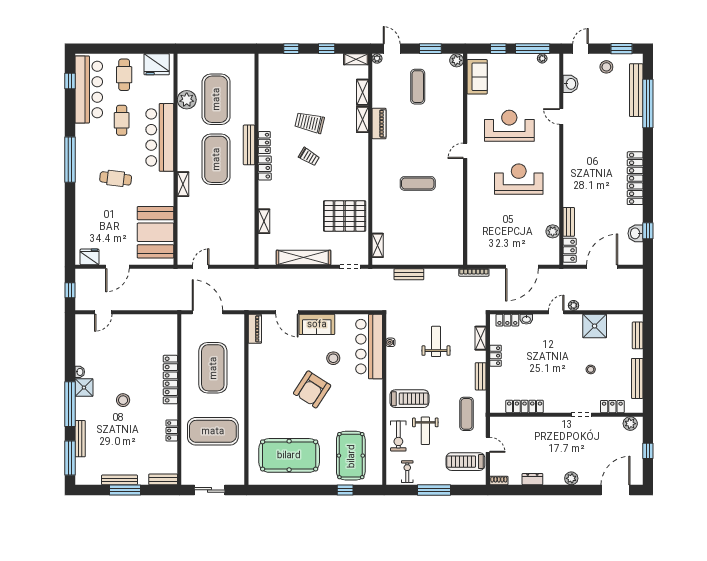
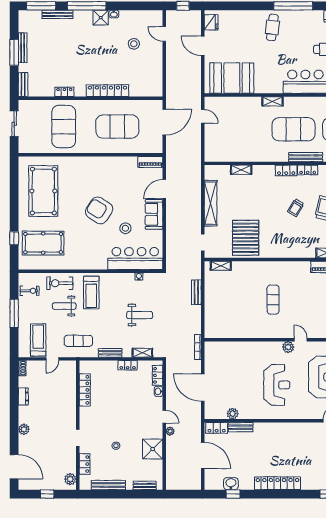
plant: (474, 166) -> (288, 347), added
cafe table: (116, 178) -> (272, 27), moved
stool: (123, 400) -> (134, 44), moved

